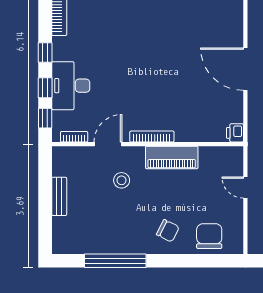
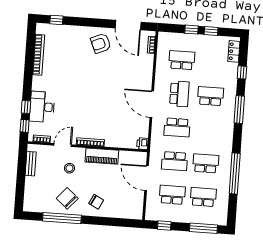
window: (45, 53) -> (28, 85), removed
door: (245, 188) -> (146, 178), width x1.87
bench: (59, 196) -> (31, 164), moved
chair: (209, 236) -> (67, 198), moved, turned -49

